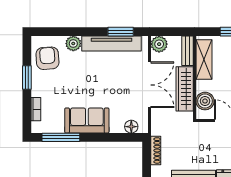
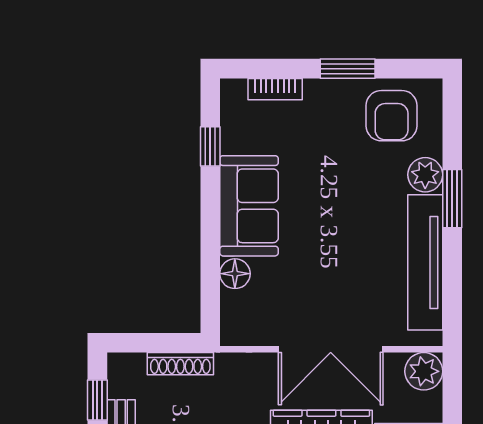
window: (121, 32) -> (452, 199), moved
armchair: (47, 58) -> (392, 116), turned 94
floor lamp: (131, 127) -> (235, 274), moved
window: (61, 137) -> (210, 146), width x0.46

